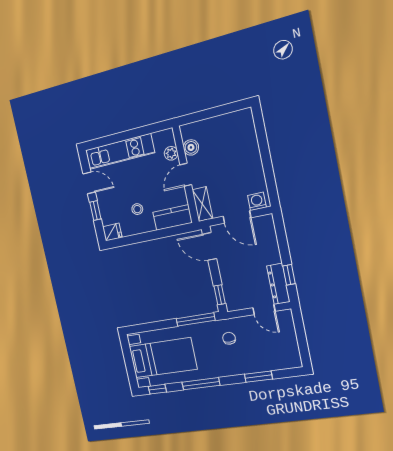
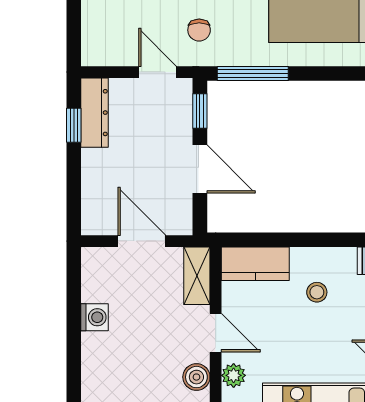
door: (186, 175) -> (216, 333), hinge flipped
washing machine: (257, 201) -> (95, 317), moved, turned -90
door: (210, 246) -> (200, 169), moved
door: (264, 309) -> (157, 72), moved

